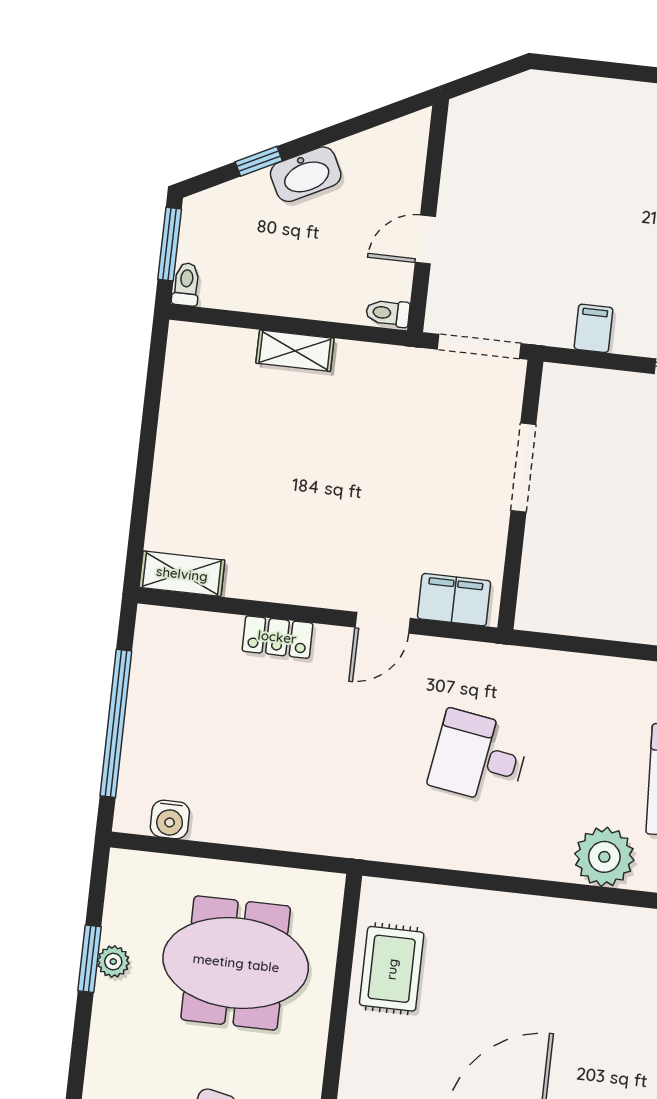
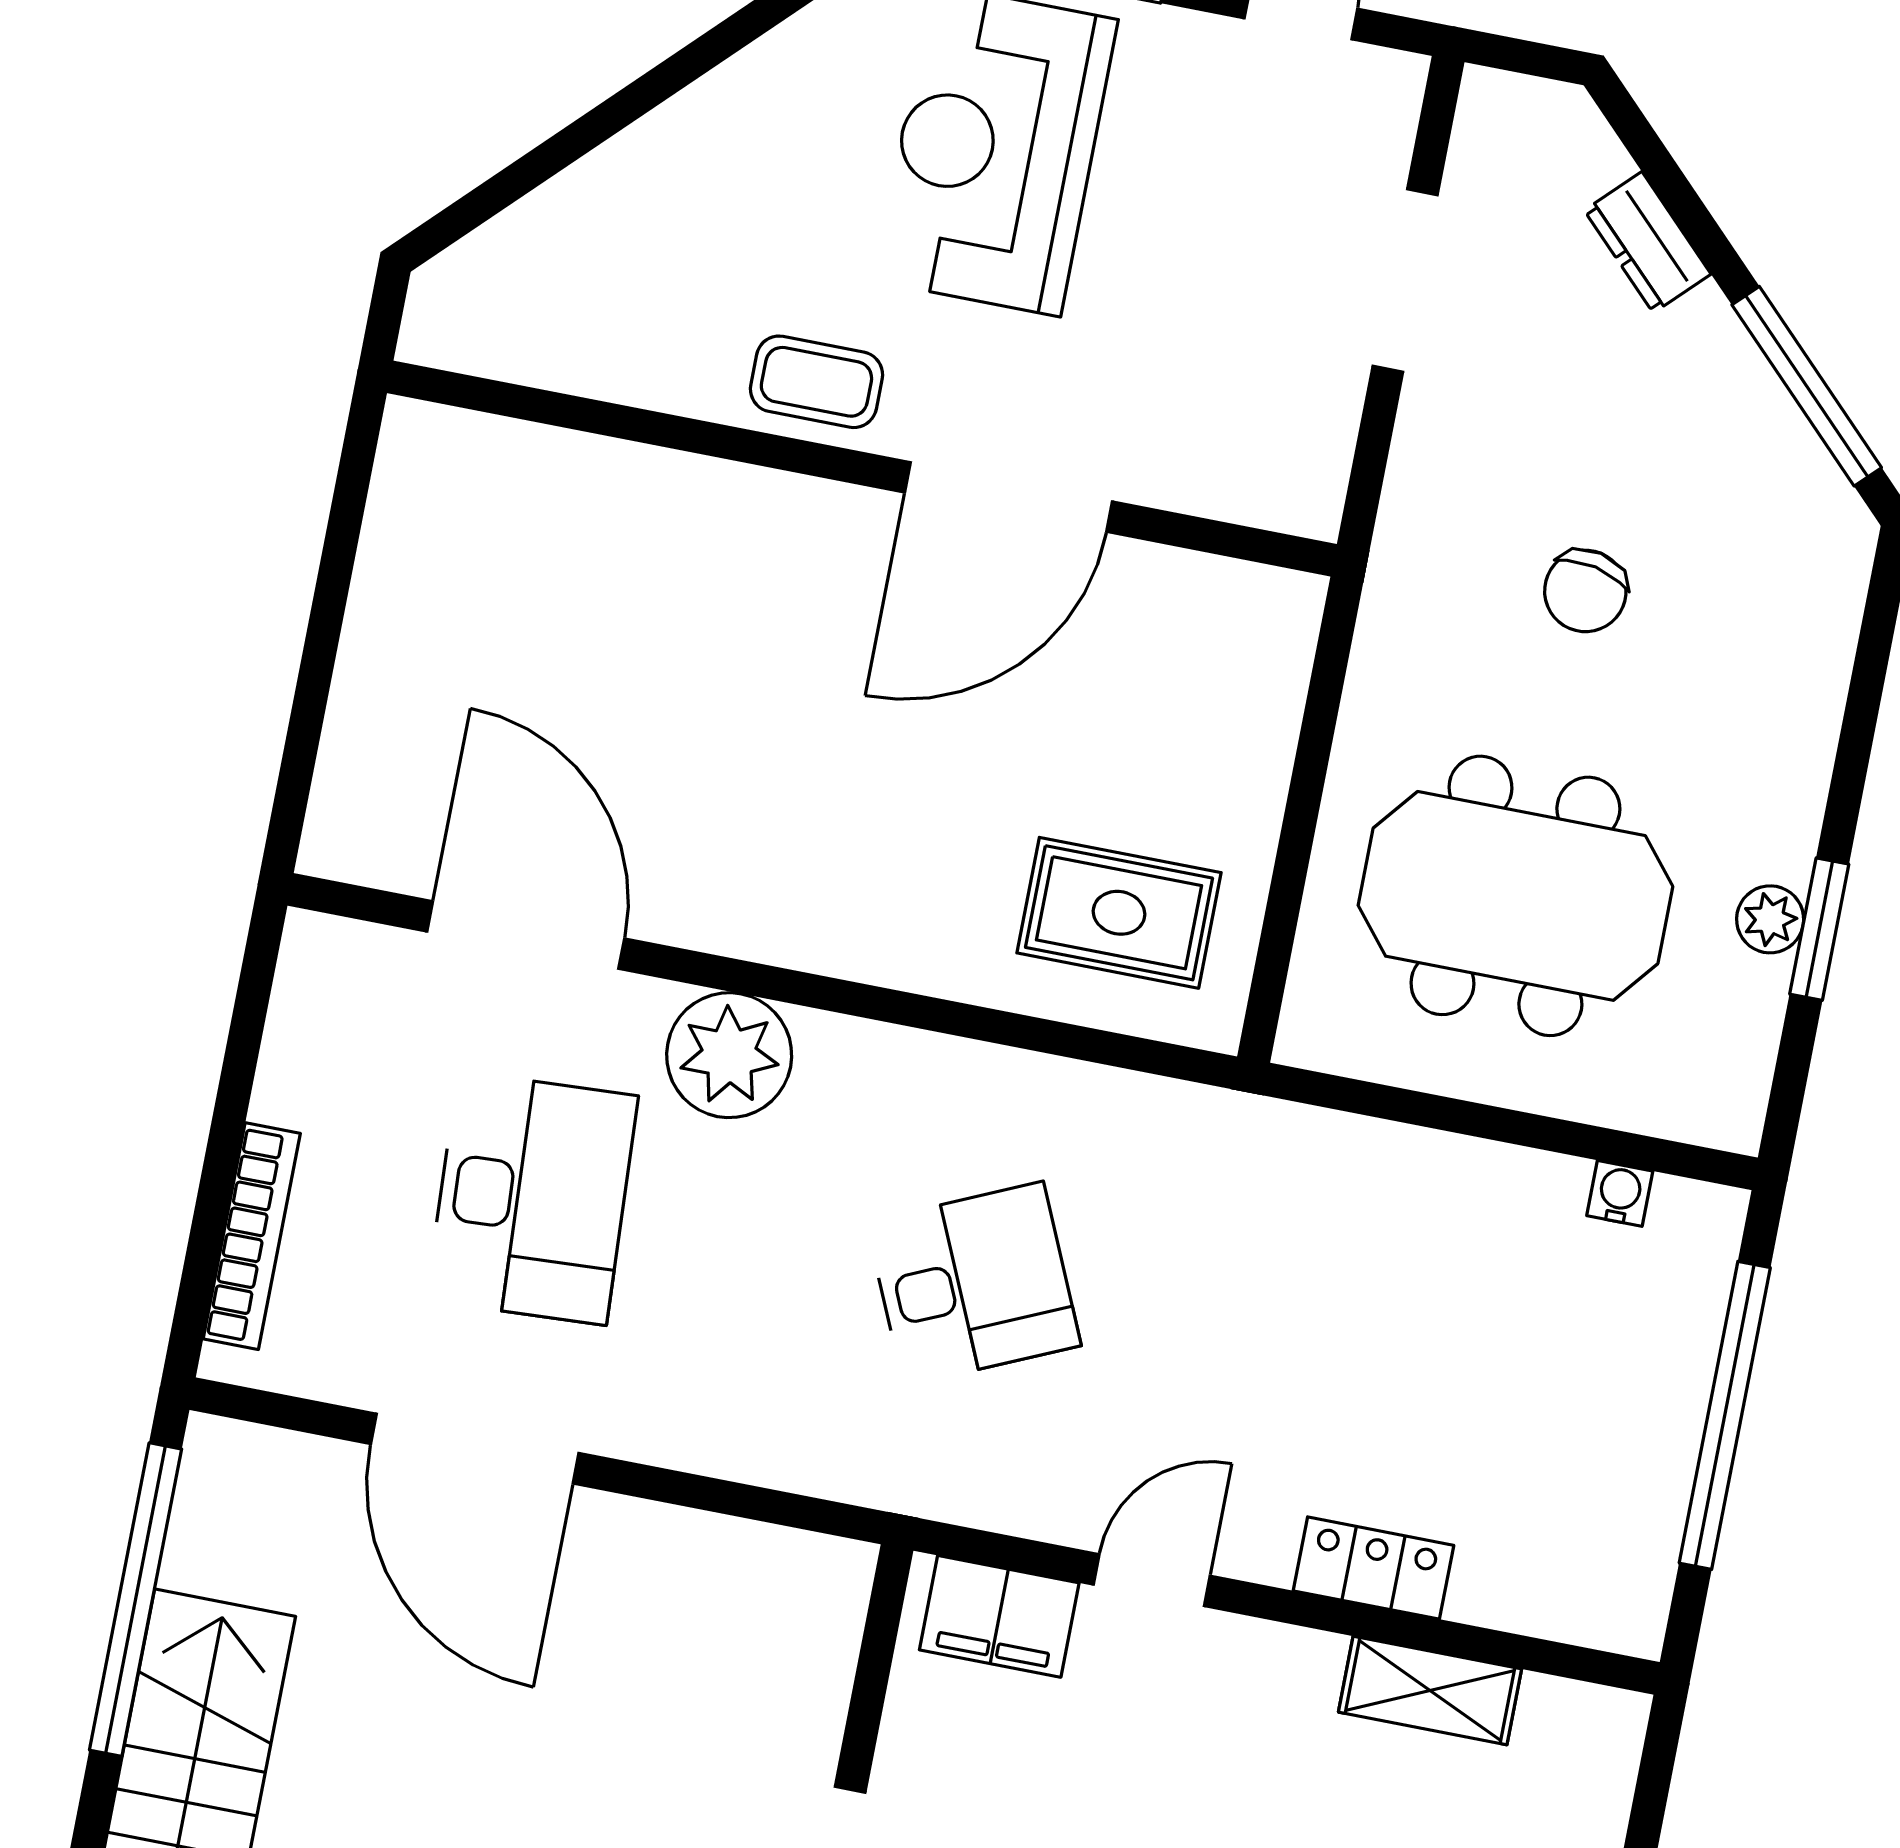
shelving: (182, 574) -> (1430, 1690), moved
desk: (479, 757) -> (974, 1284), turned -33
water cooler: (170, 819) -> (1620, 1193), width x0.72, depth x0.72
rug: (392, 969) -> (1119, 913), moved, turned 90

